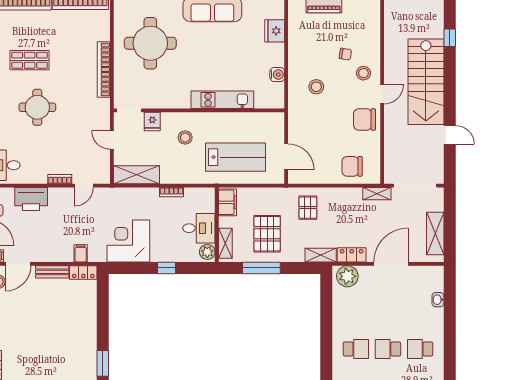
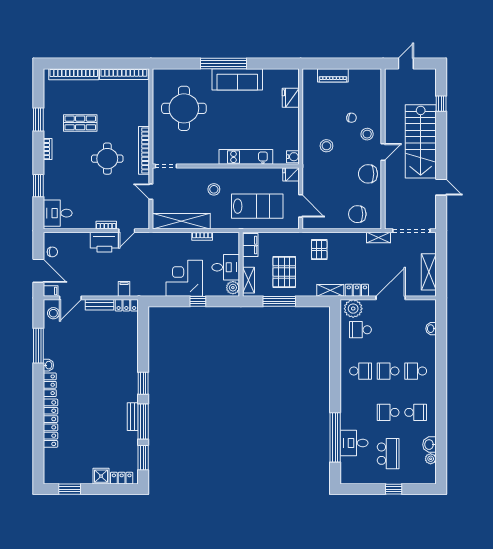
bookcase: (104, 69) -> (144, 150), moved
water cooler: (277, 75) -> (293, 157), moved
round table: (37, 107) -> (107, 159), moved
fridge: (152, 121) -> (291, 174), moved, turned 90
shelving: (137, 175) -> (181, 221), width x1.47
printer: (31, 199) -> (104, 242), moved
corner desk: (128, 241) -> (184, 278), moved
school desk: (356, 301) -> (360, 330), added

